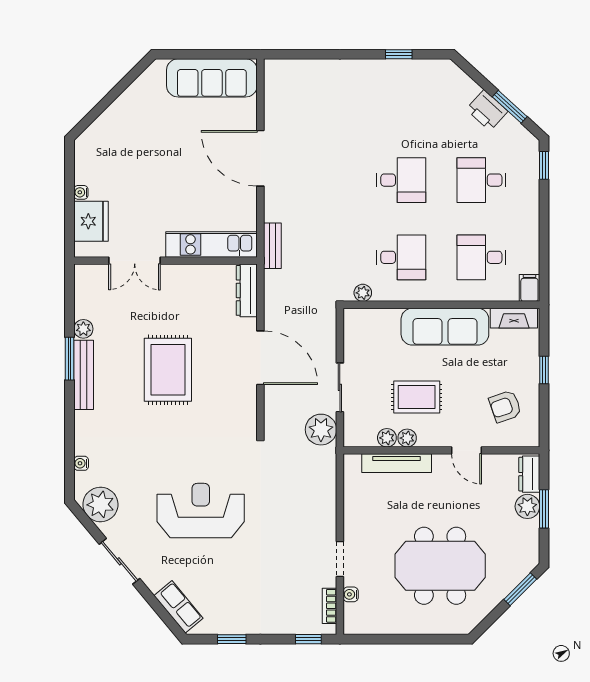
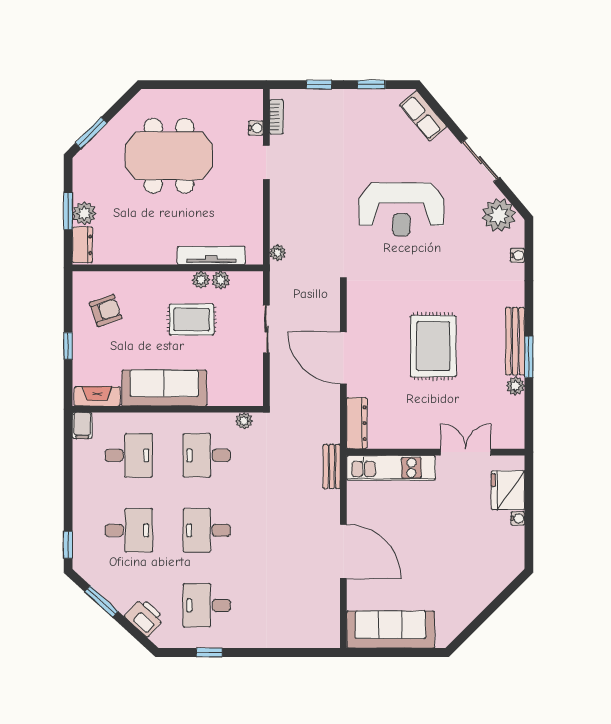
desk: (401, 103) -> (207, 605), added
printer: (487, 110) -> (145, 617), moved
plant: (321, 430) -> (278, 253), moved, width x0.53, depth x0.53
door: (467, 450) -> (143, 268), removed
window: (308, 639) -> (319, 85), moved

